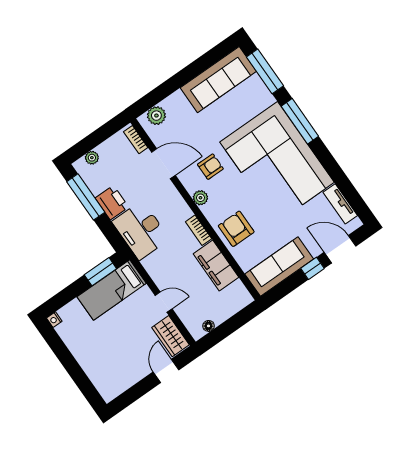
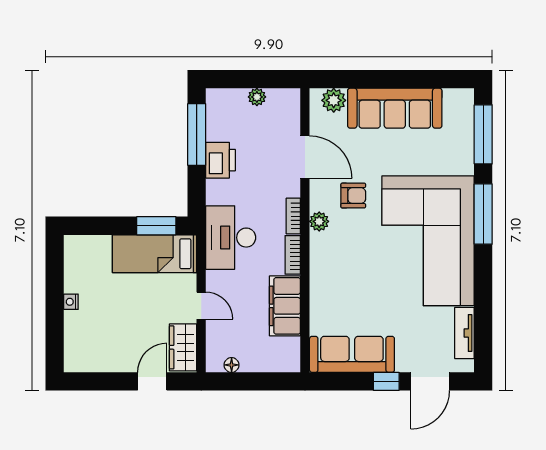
sofa: (218, 80) -> (395, 108), moved
bookcase: (136, 140) -> (293, 216), moved
plant: (92, 158) -> (257, 97), moved
armchair: (236, 229) -> (334, 282), removed
desk: (141, 230) -> (231, 238), moved
door: (340, 249) -> (430, 381), swing flipped
nightstand: (54, 320) -> (71, 302), moved

